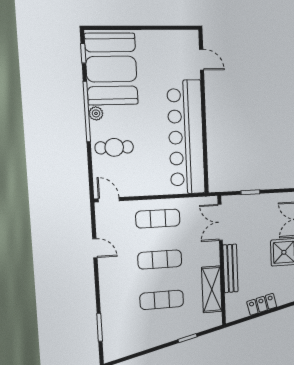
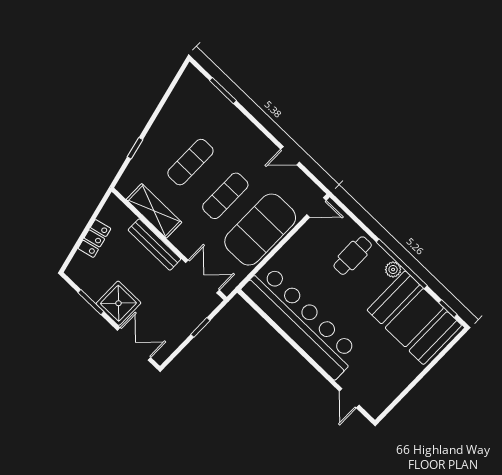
door: (202, 60) -> (349, 398), hinge flipped
exercise mat: (158, 219) -> (260, 230), width x2.00, depth x1.45

